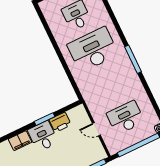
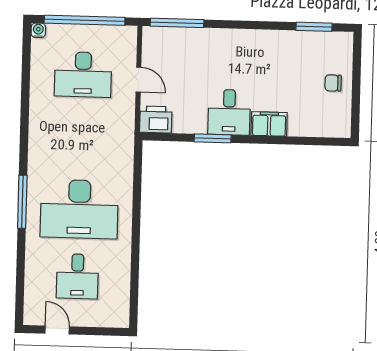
window: (133, 59) -> (22, 202), moved
printer: (60, 122) -> (156, 119), moved

